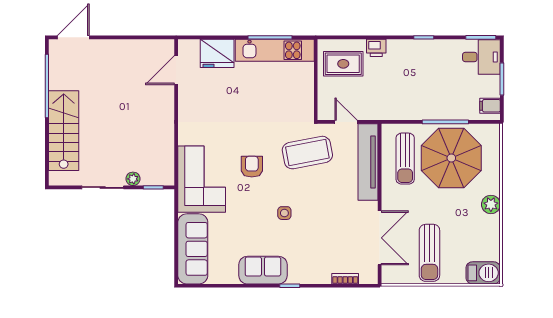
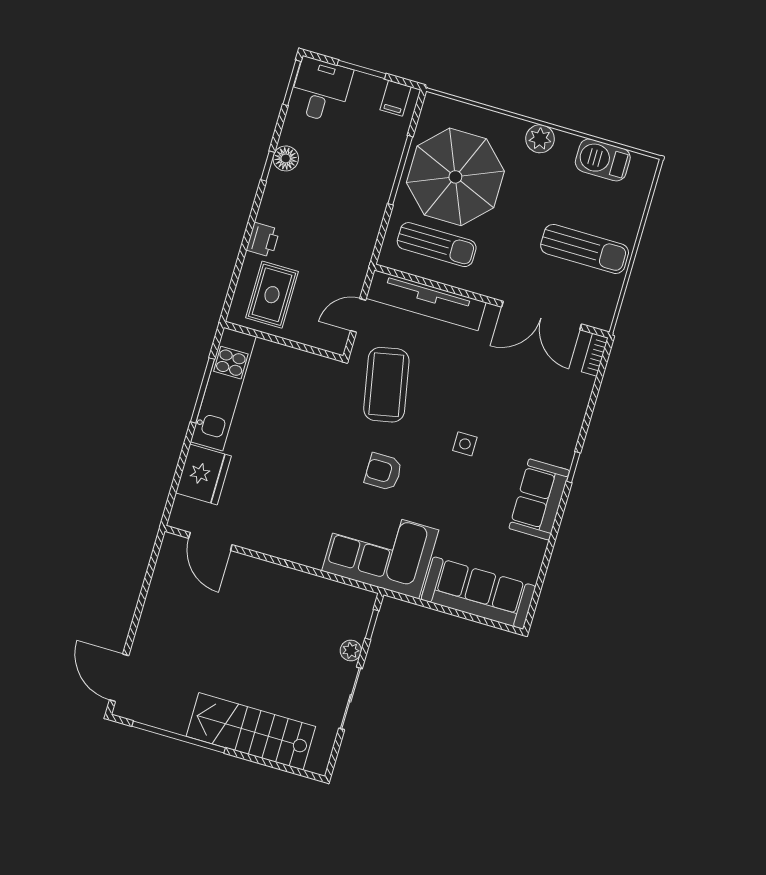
floor lamp: (432, 47) -> (286, 158), added
double door: (380, 238) -> (541, 316), swing flipped
barbecue: (483, 273) -> (603, 160), moved, turned -90
bookcase: (345, 279) -> (595, 355), moved

